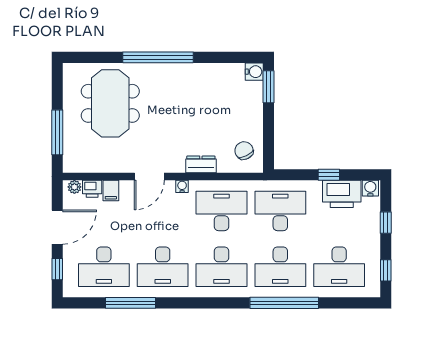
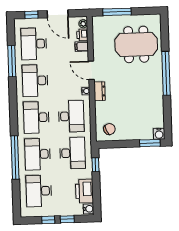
dresser: (201, 164) -> (100, 91), moved
window: (329, 175) -> (96, 165), moved
window: (386, 270) -> (48, 220), moved

